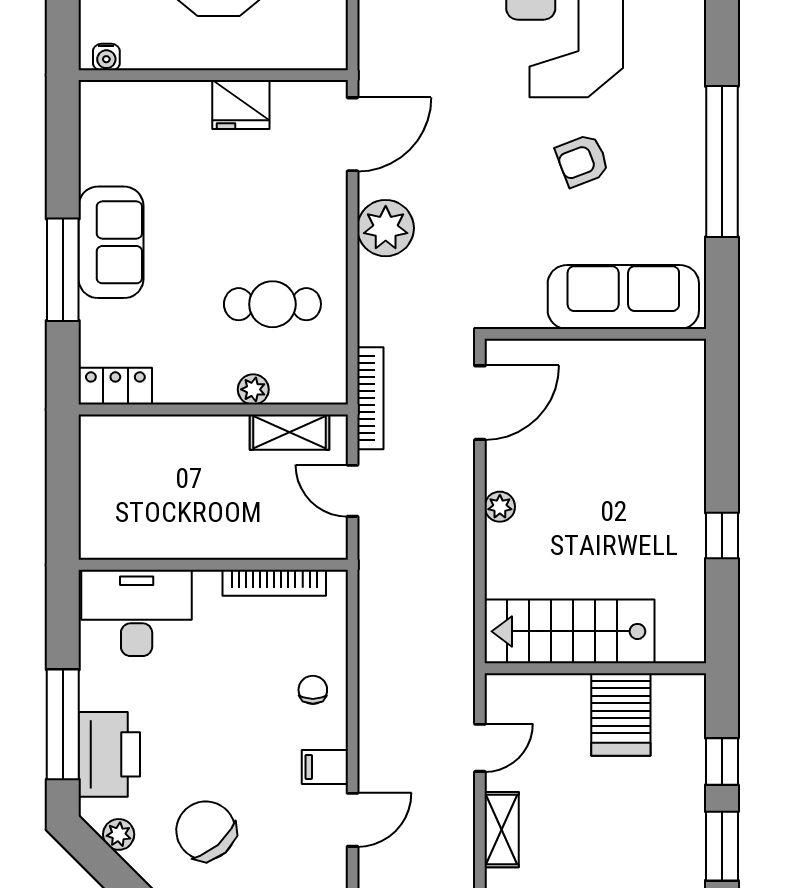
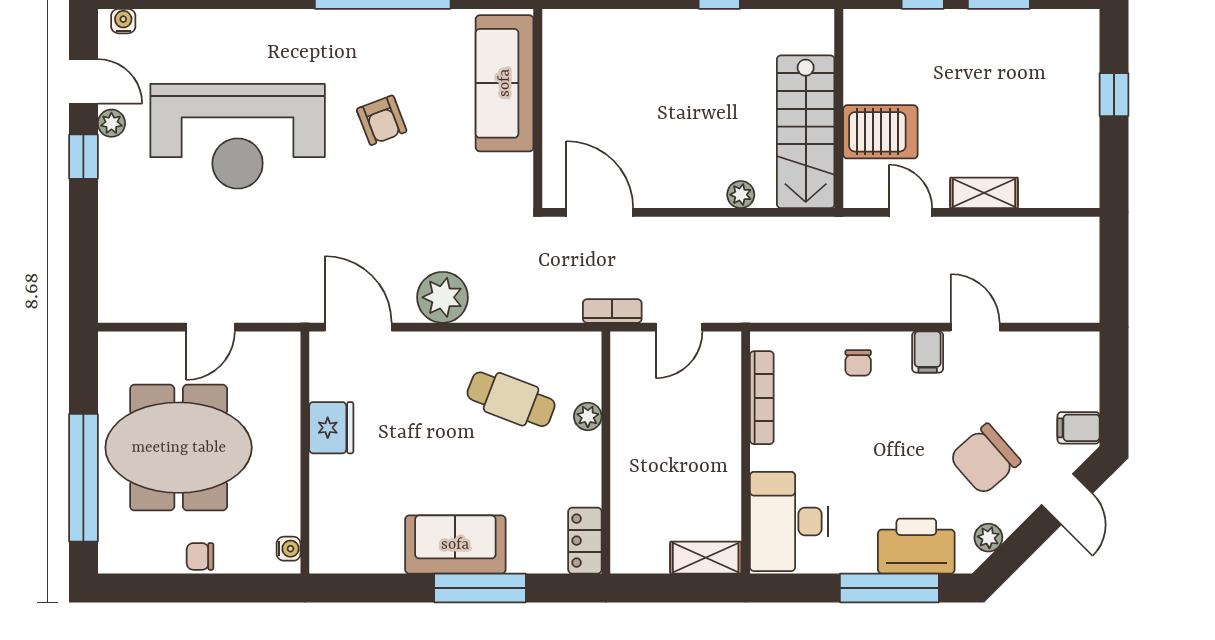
cafe table: (272, 304) -> (511, 399), turned -69
bookcase: (370, 398) -> (612, 311), width x0.64
shelving: (289, 432) -> (706, 558), moved, turned 90
plant: (500, 507) -> (741, 195), moved
chair: (313, 690) -> (858, 363), turned -90
server rack: (621, 714) -> (880, 132), moved

